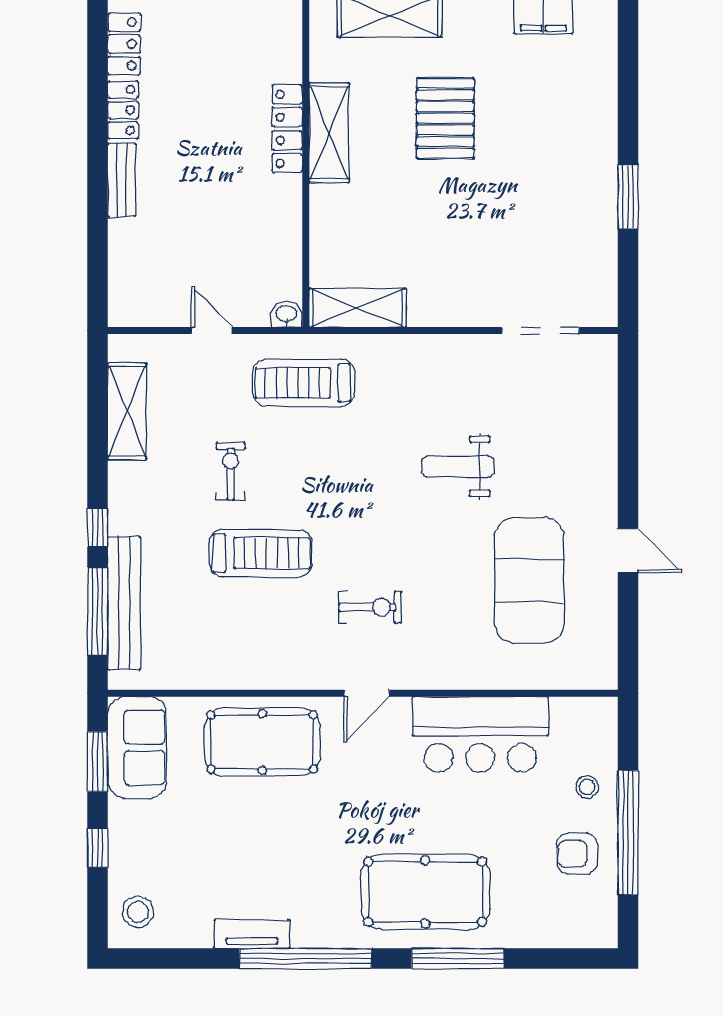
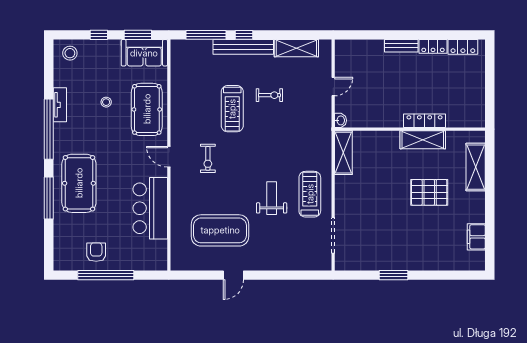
treadmill: (304, 383) -> (310, 194), moved
bench: (124, 603) -> (243, 47), moved
stool: (587, 787) -> (106, 102), moved

